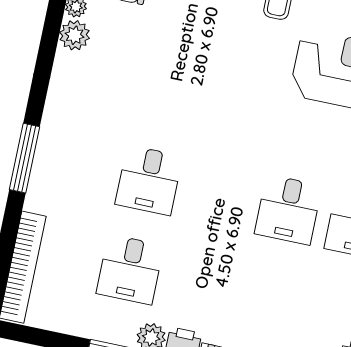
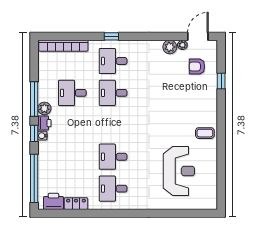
window: (24, 158) -> (111, 36), width x0.46
desk: (79, 166) -> (113, 61), added

